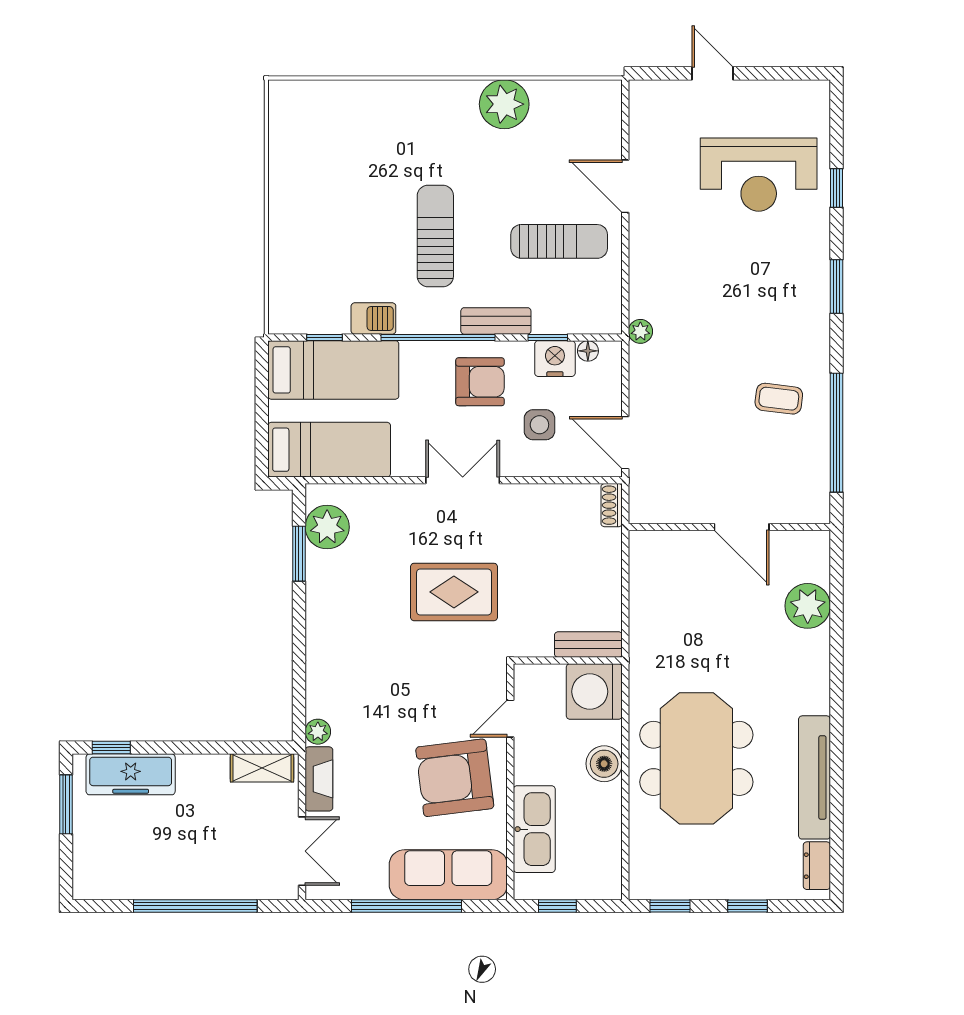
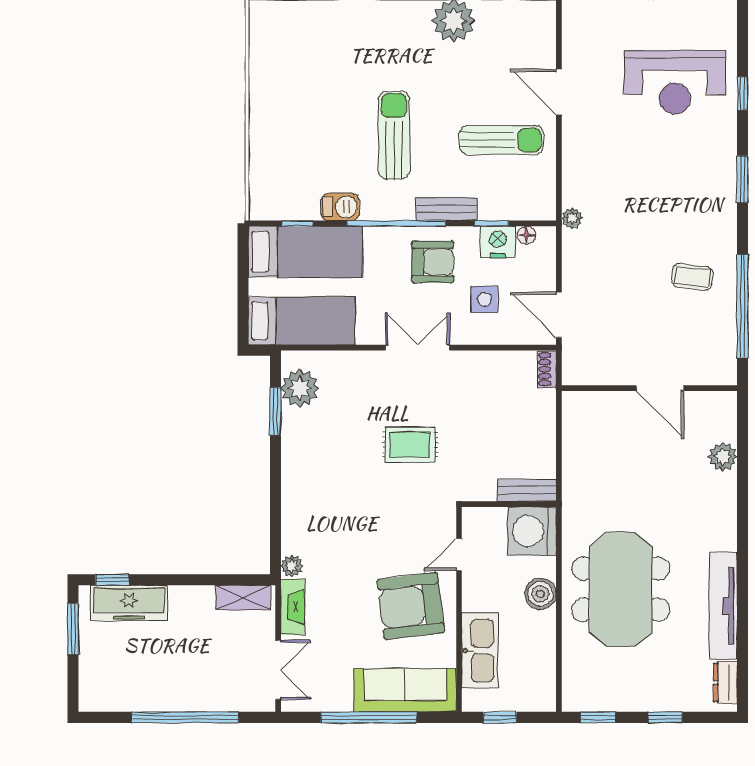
rug: (454, 592) -> (410, 445), width x0.73, depth x0.70
plant: (808, 606) -> (723, 457), width x0.73, depth x0.73

